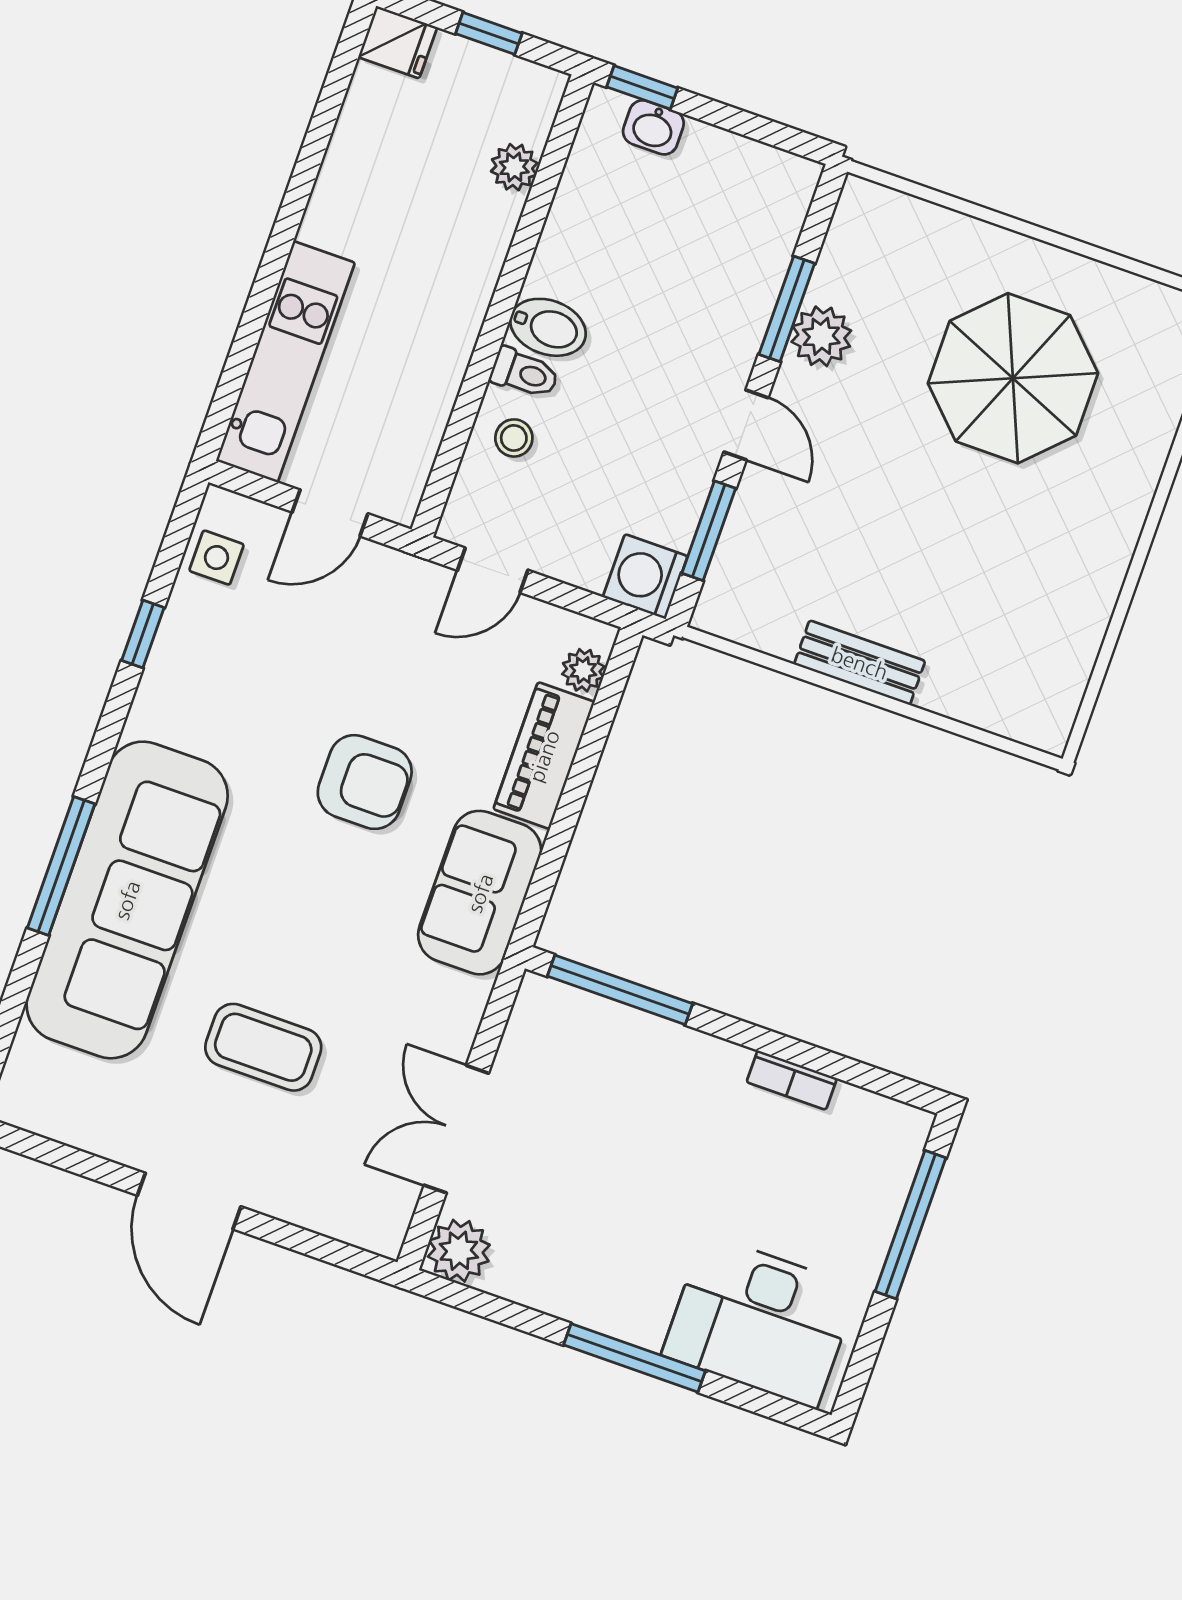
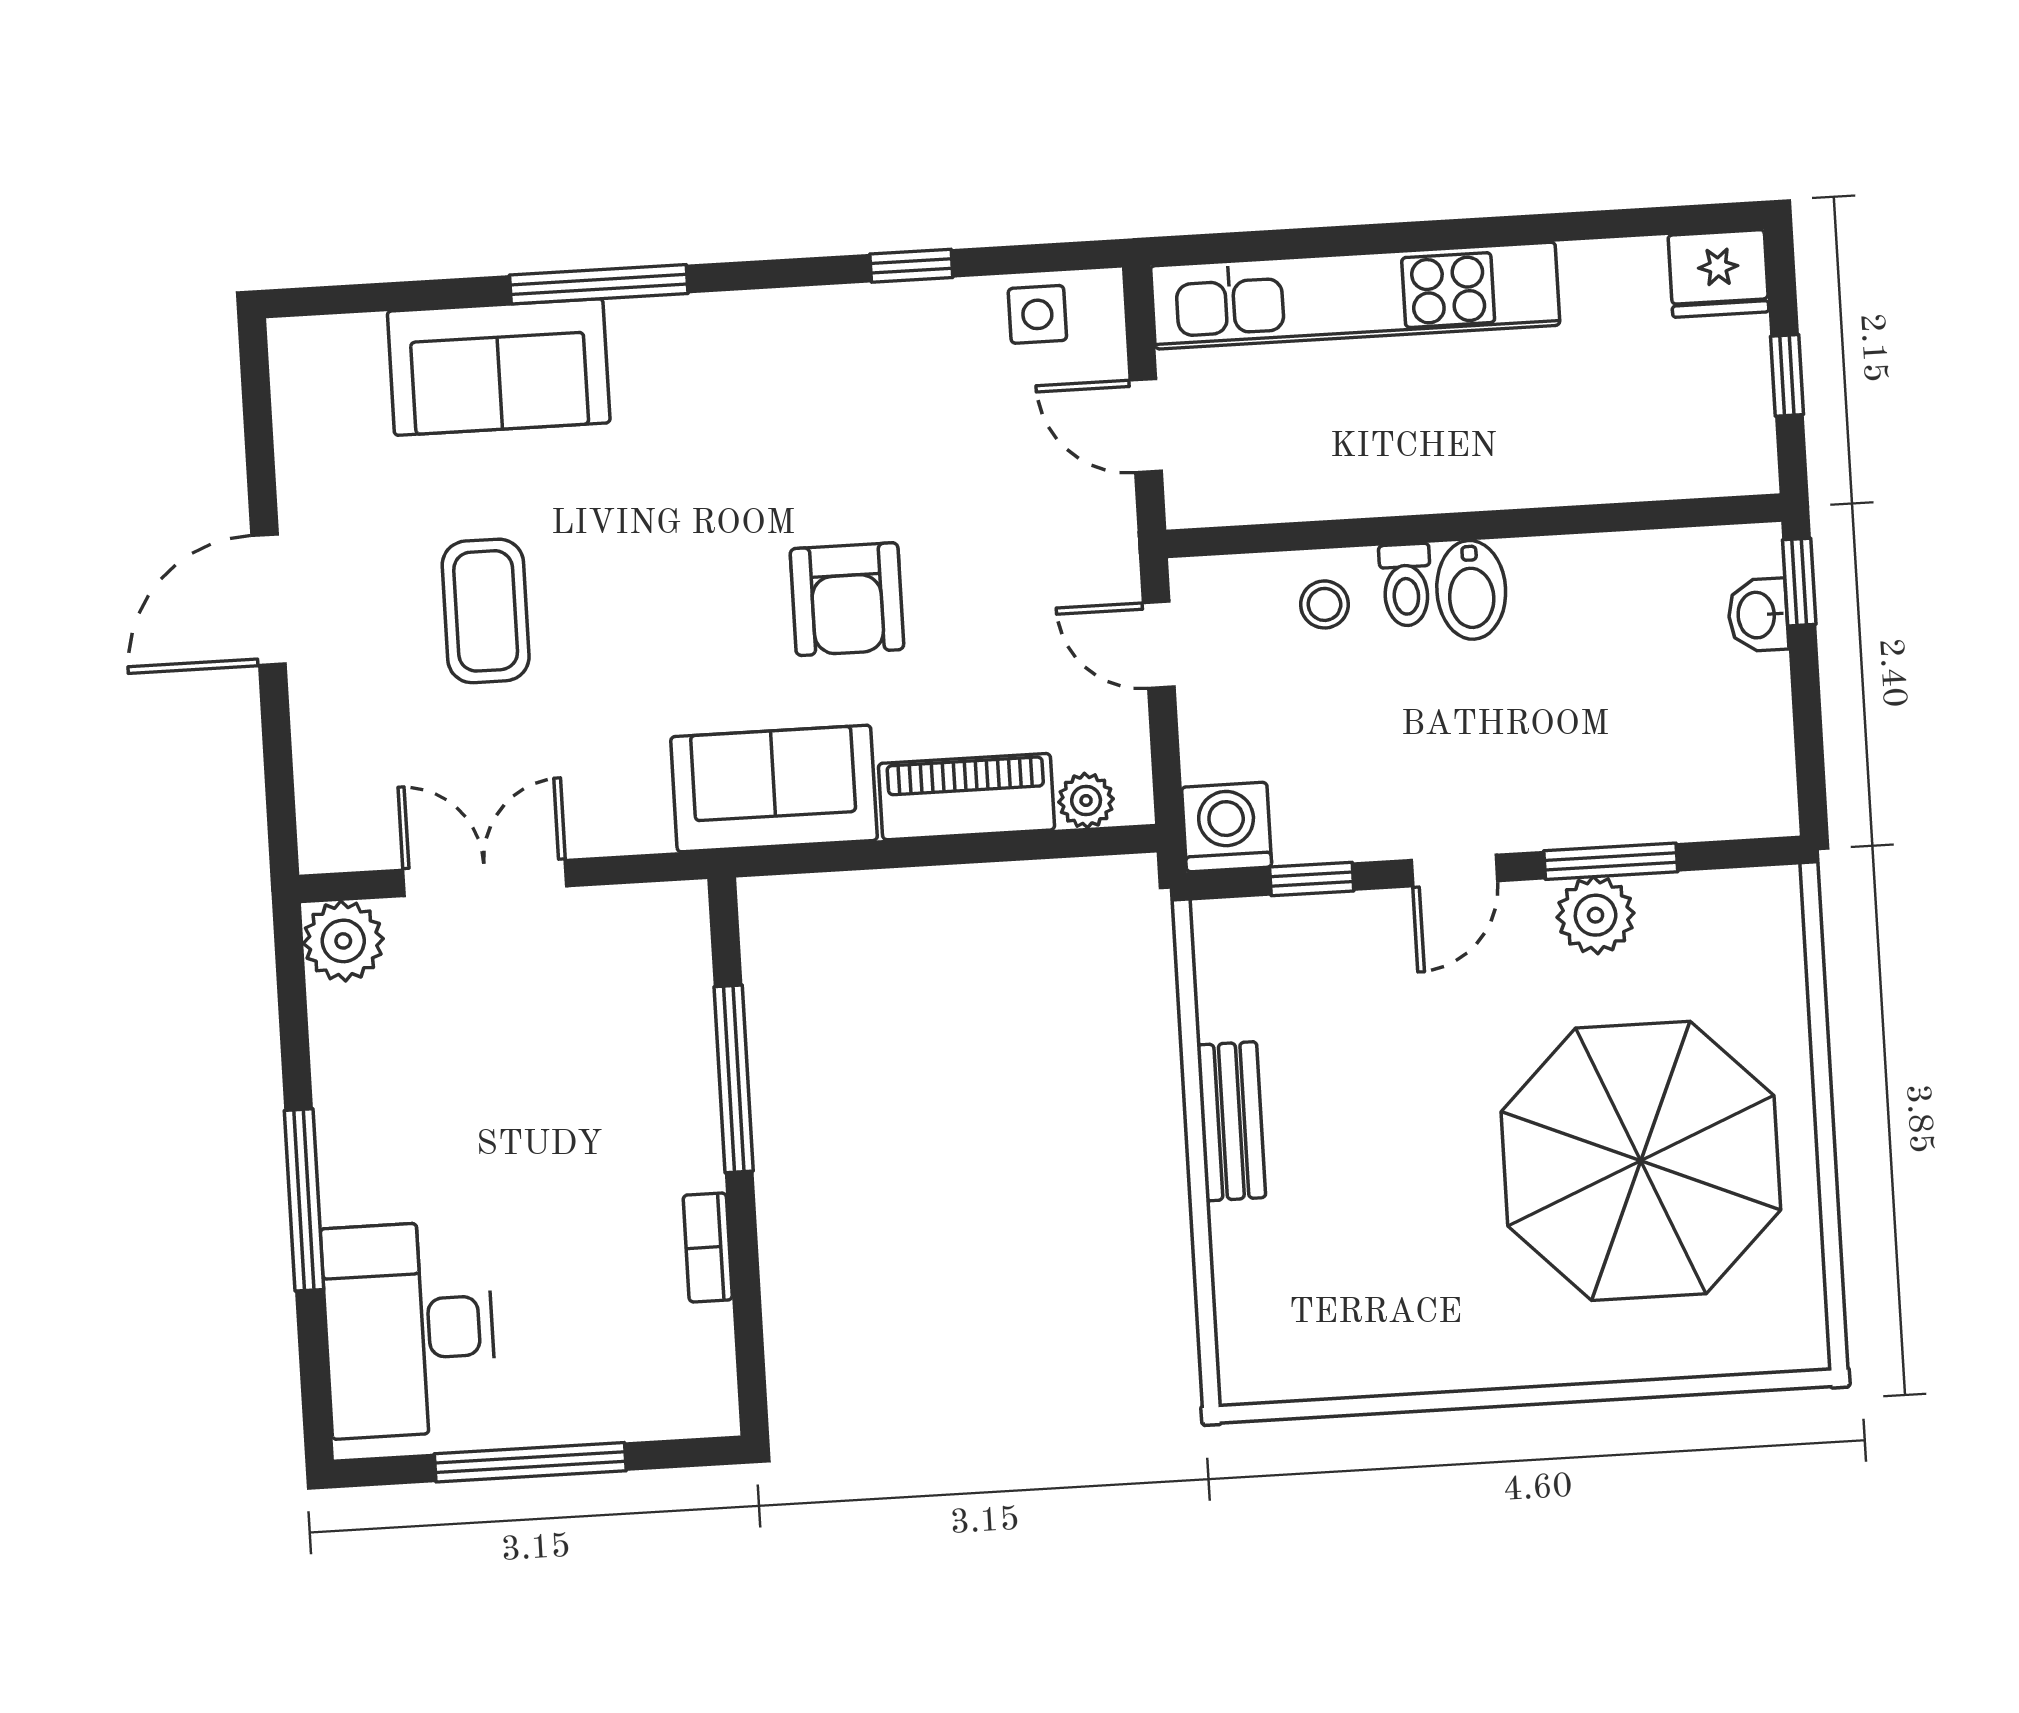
fridge: (398, 42) -> (1718, 274), width x1.38
plant: (514, 167) -> (1643, 471), removed
kitchen unit: (285, 362) -> (1355, 296), width x1.36
parasol: (1013, 378) -> (1641, 1161), width x1.36, depth x1.36
window: (709, 531) -> (1312, 879), width x0.67
sofa: (127, 900) -> (499, 367), width x0.54, depth x0.79
window: (620, 990) -> (734, 1079), moved
window: (911, 1225) -> (530, 1462), moved

